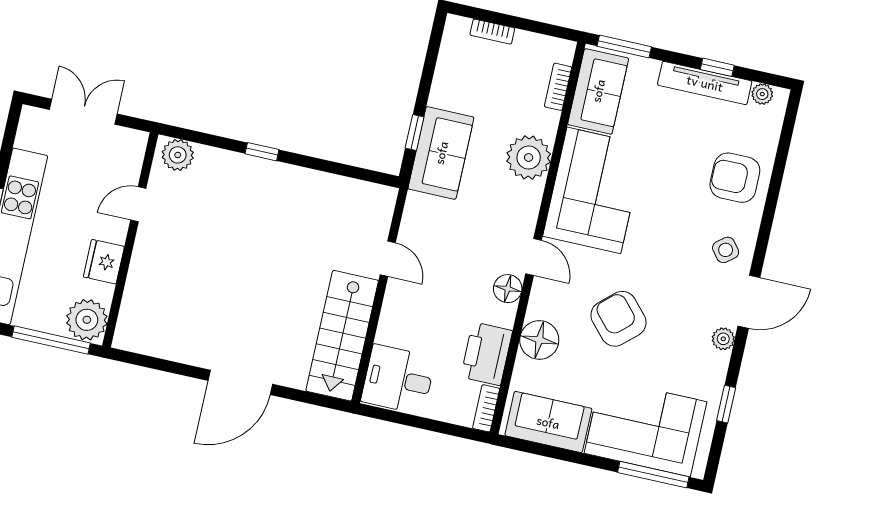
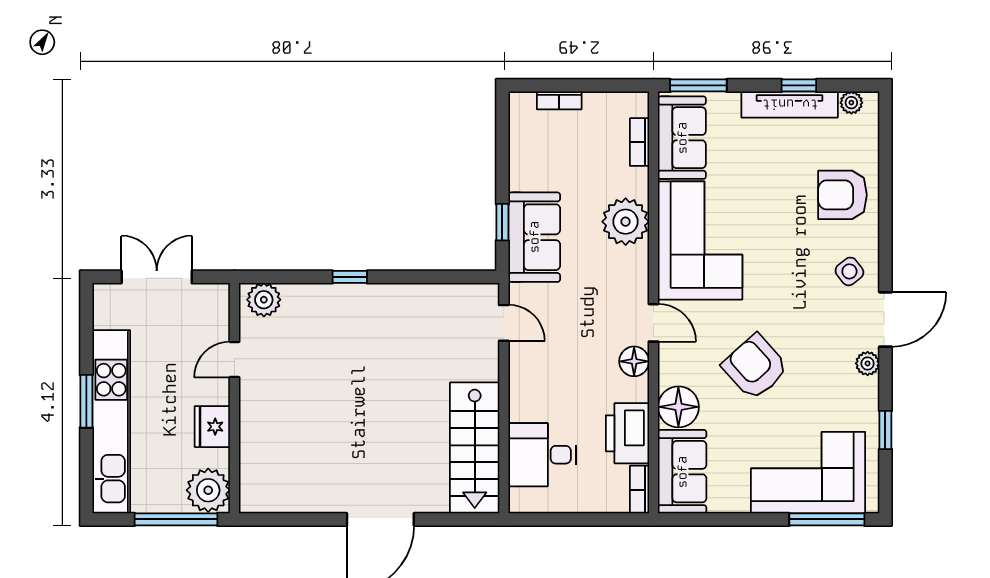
door: (388, 259) -> (504, 323), moved
desk: (398, 379) -> (542, 455), moved
sofa: (548, 422) -> (682, 472), moved, turned 90

